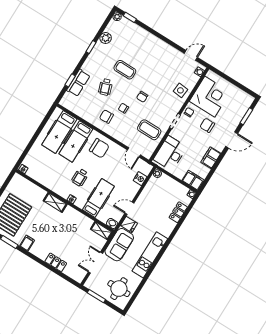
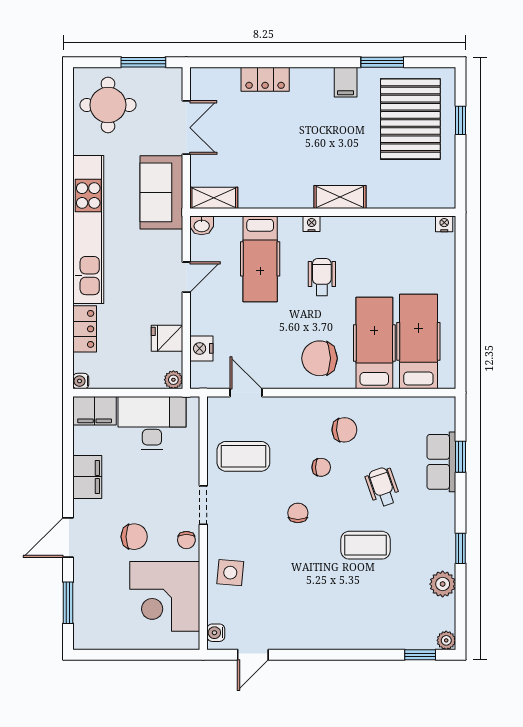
desk: (170, 153) -> (152, 423), moved, turned -90
fridge: (129, 224) -> (167, 338), moved
kitchen unit: (150, 255) -> (88, 230), width x1.36

